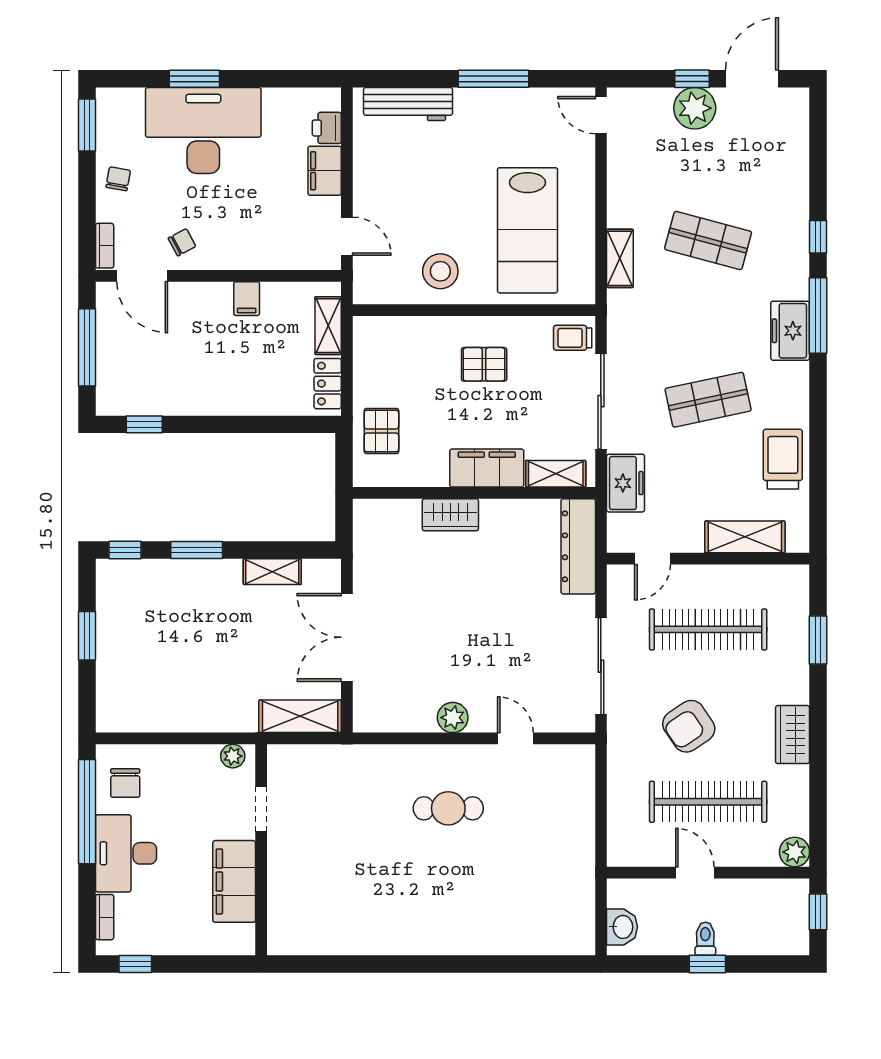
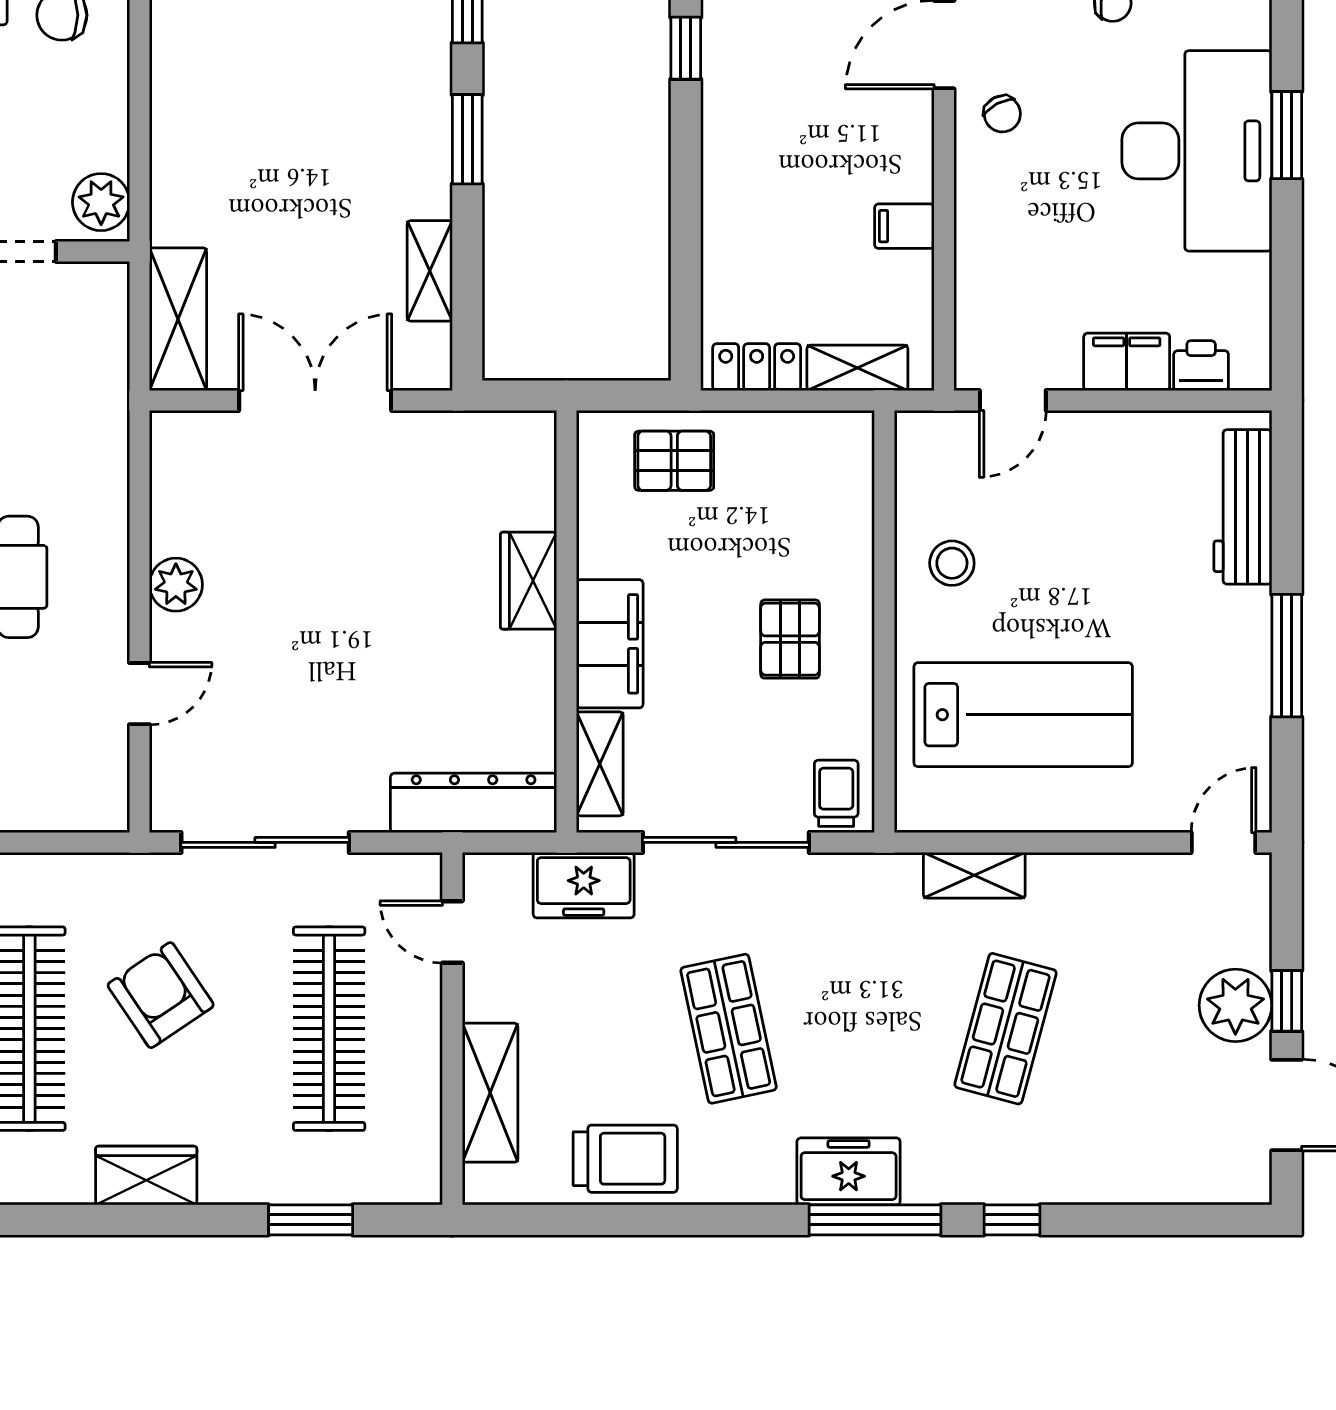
lab bench: (527, 230) -> (1023, 715), turned 180
stool: (440, 271) -> (952, 563), width x0.73, depth x0.73
plant: (233, 756) -> (101, 202), width x1.38, depth x1.38

